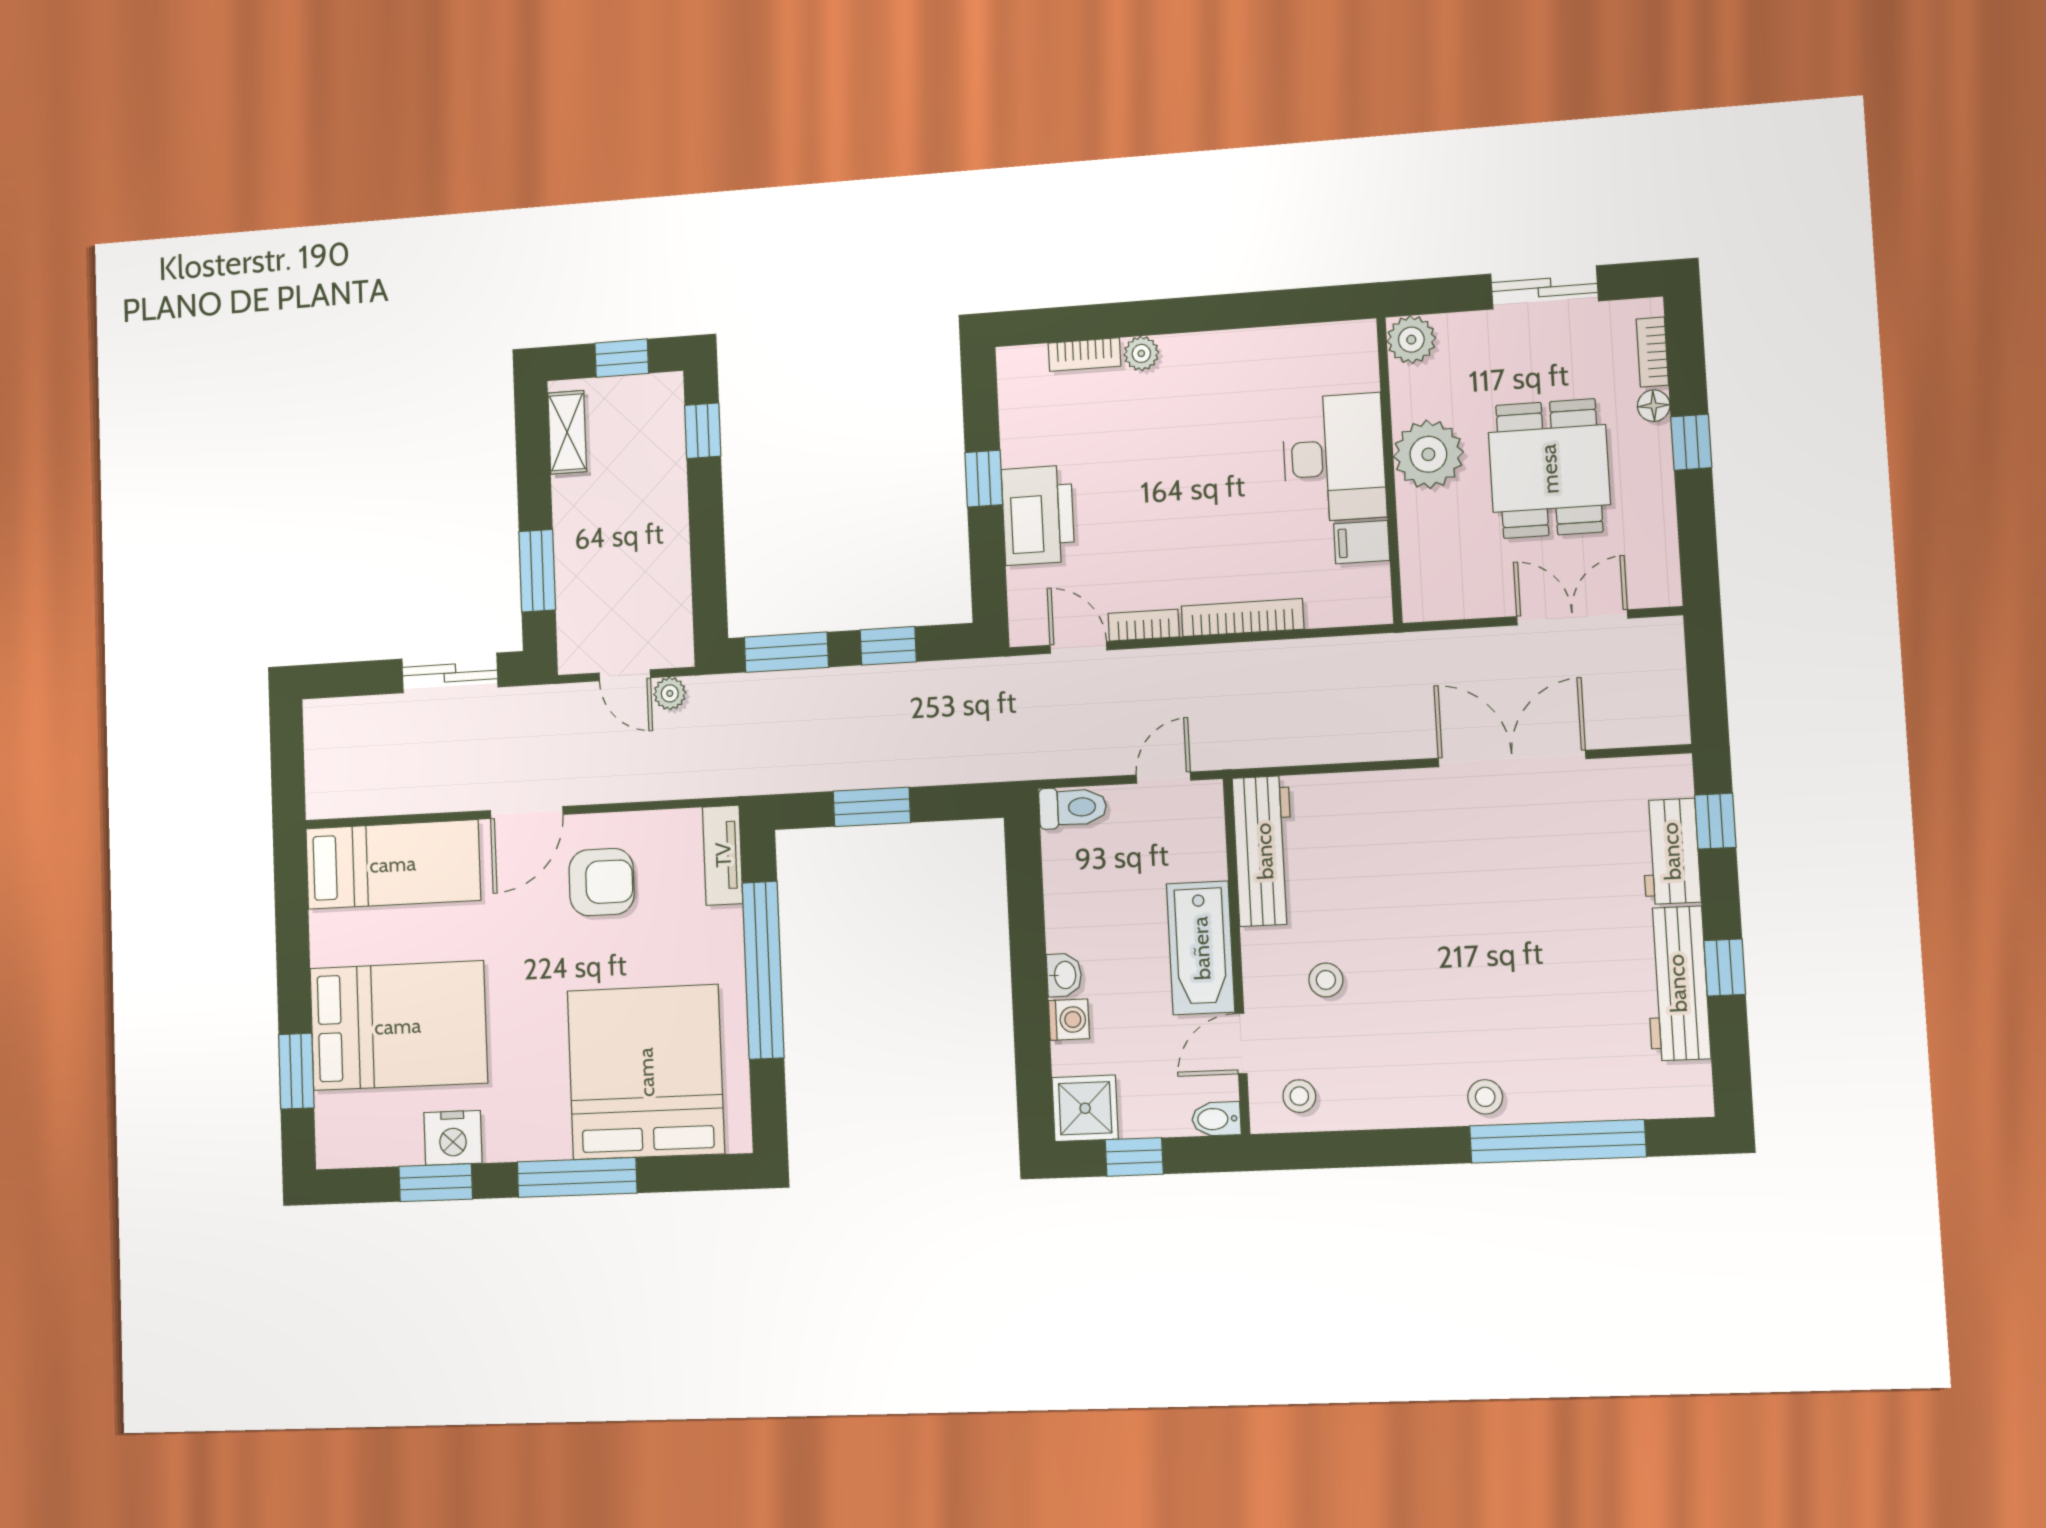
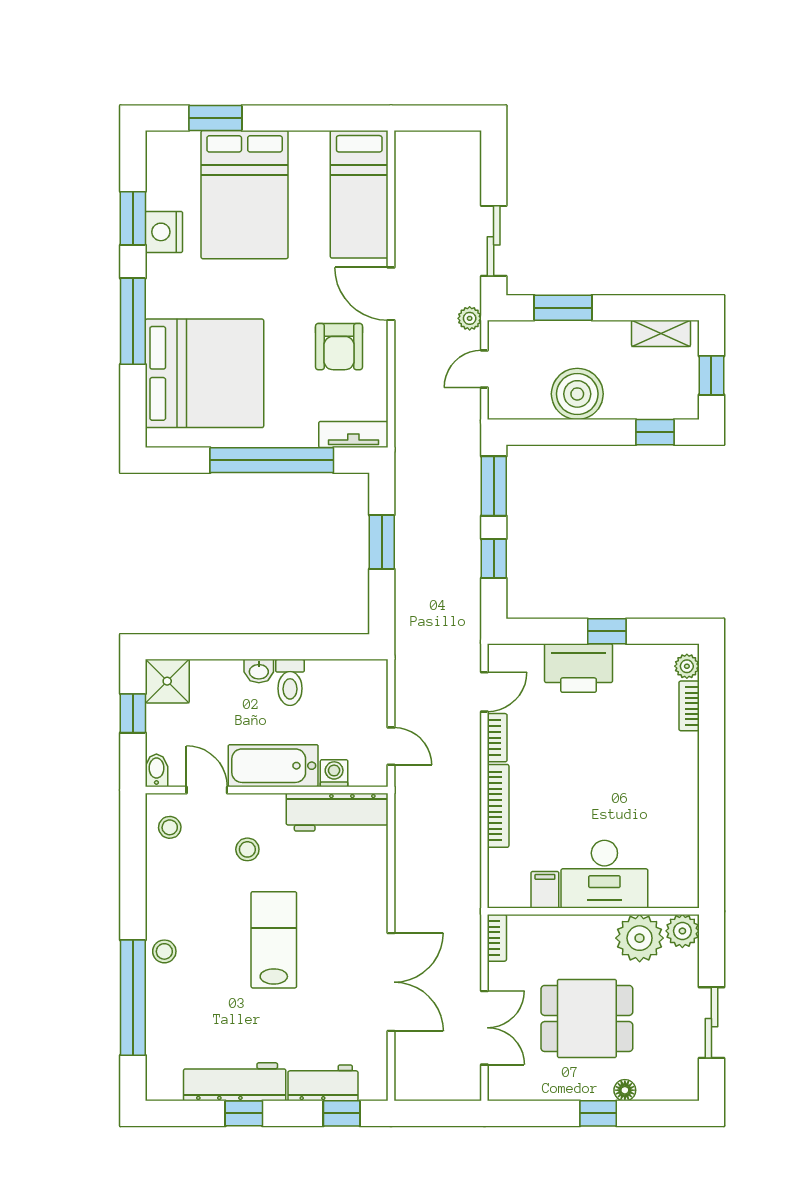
bookcase: (1652, 352) -> (497, 938), moved, turned 90
plant: (1141, 353) -> (687, 666), moved
plant: (1428, 454) -> (640, 938), moved
boiler: (654, 543) -> (577, 394), added
plant: (670, 693) -> (470, 318), moved
toilet: (1073, 807) -> (290, 682), moved
lab bench: (1458, 935) -> (274, 940), added
washing machine: (1069, 1020) -> (334, 773), moved, turned 180

